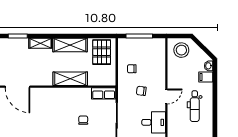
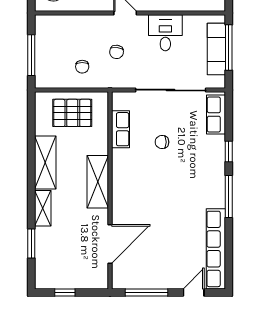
pallet: (102, 52) -> (72, 113), moved
shelving: (70, 79) -> (98, 182), moved
row of seats: (104, 93) -> (121, 129), moved

